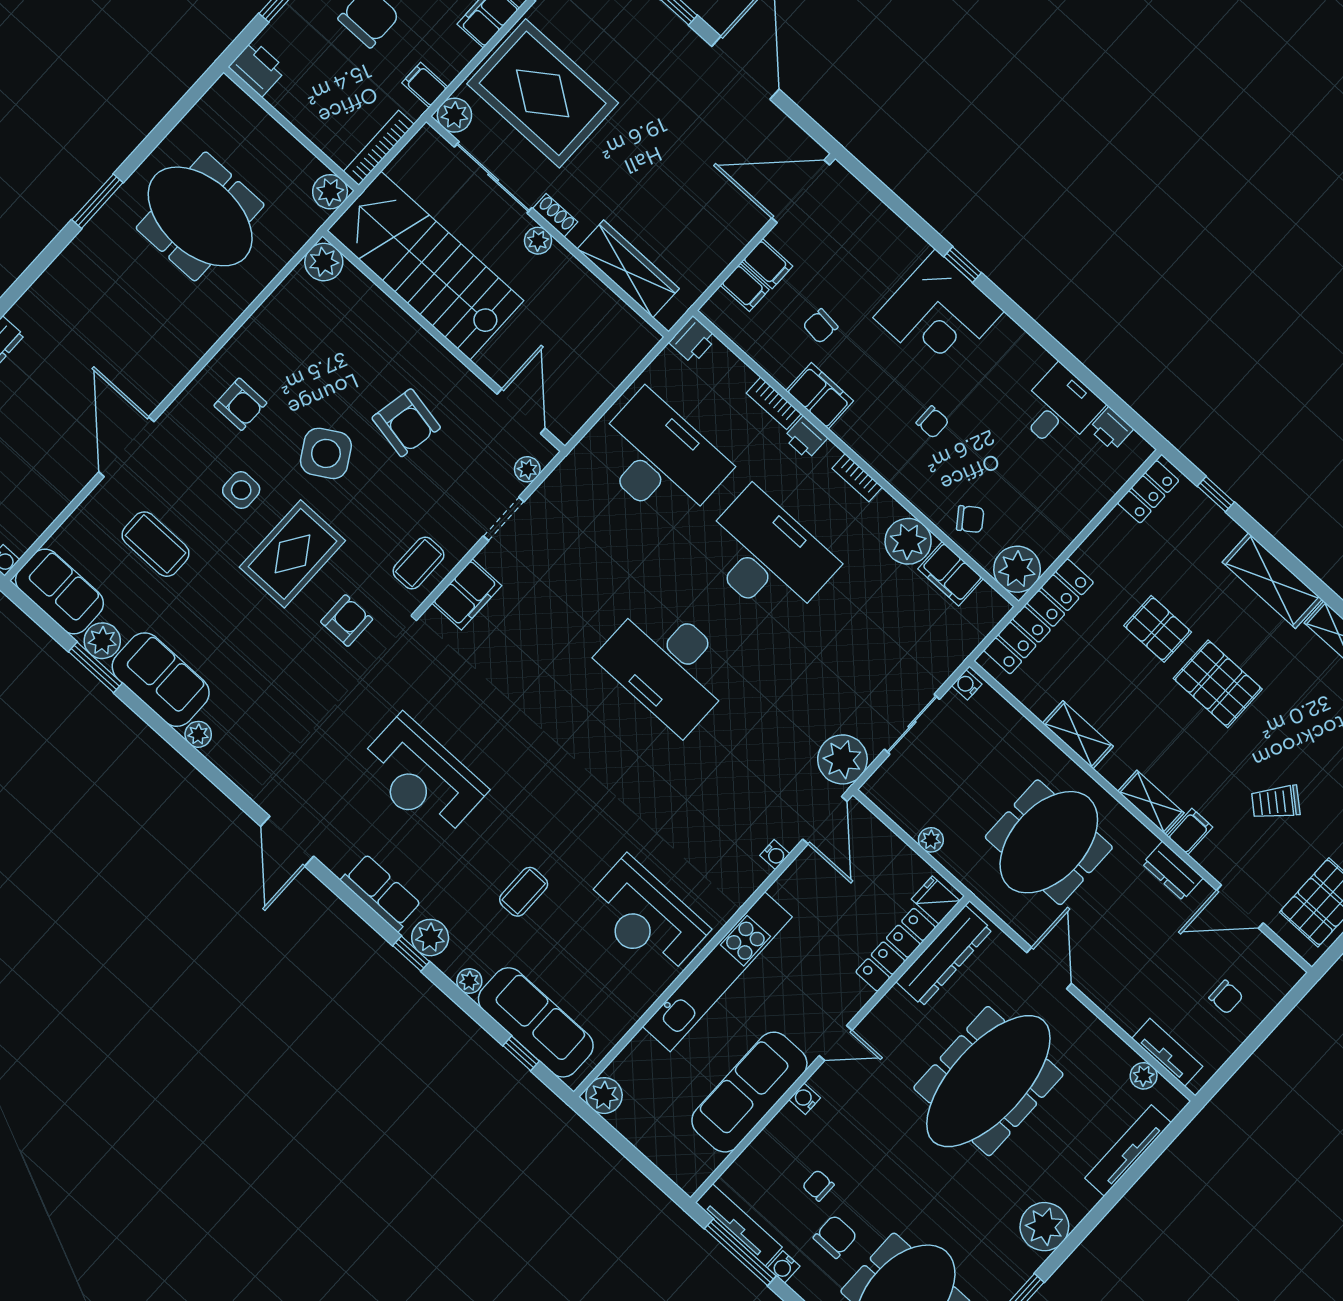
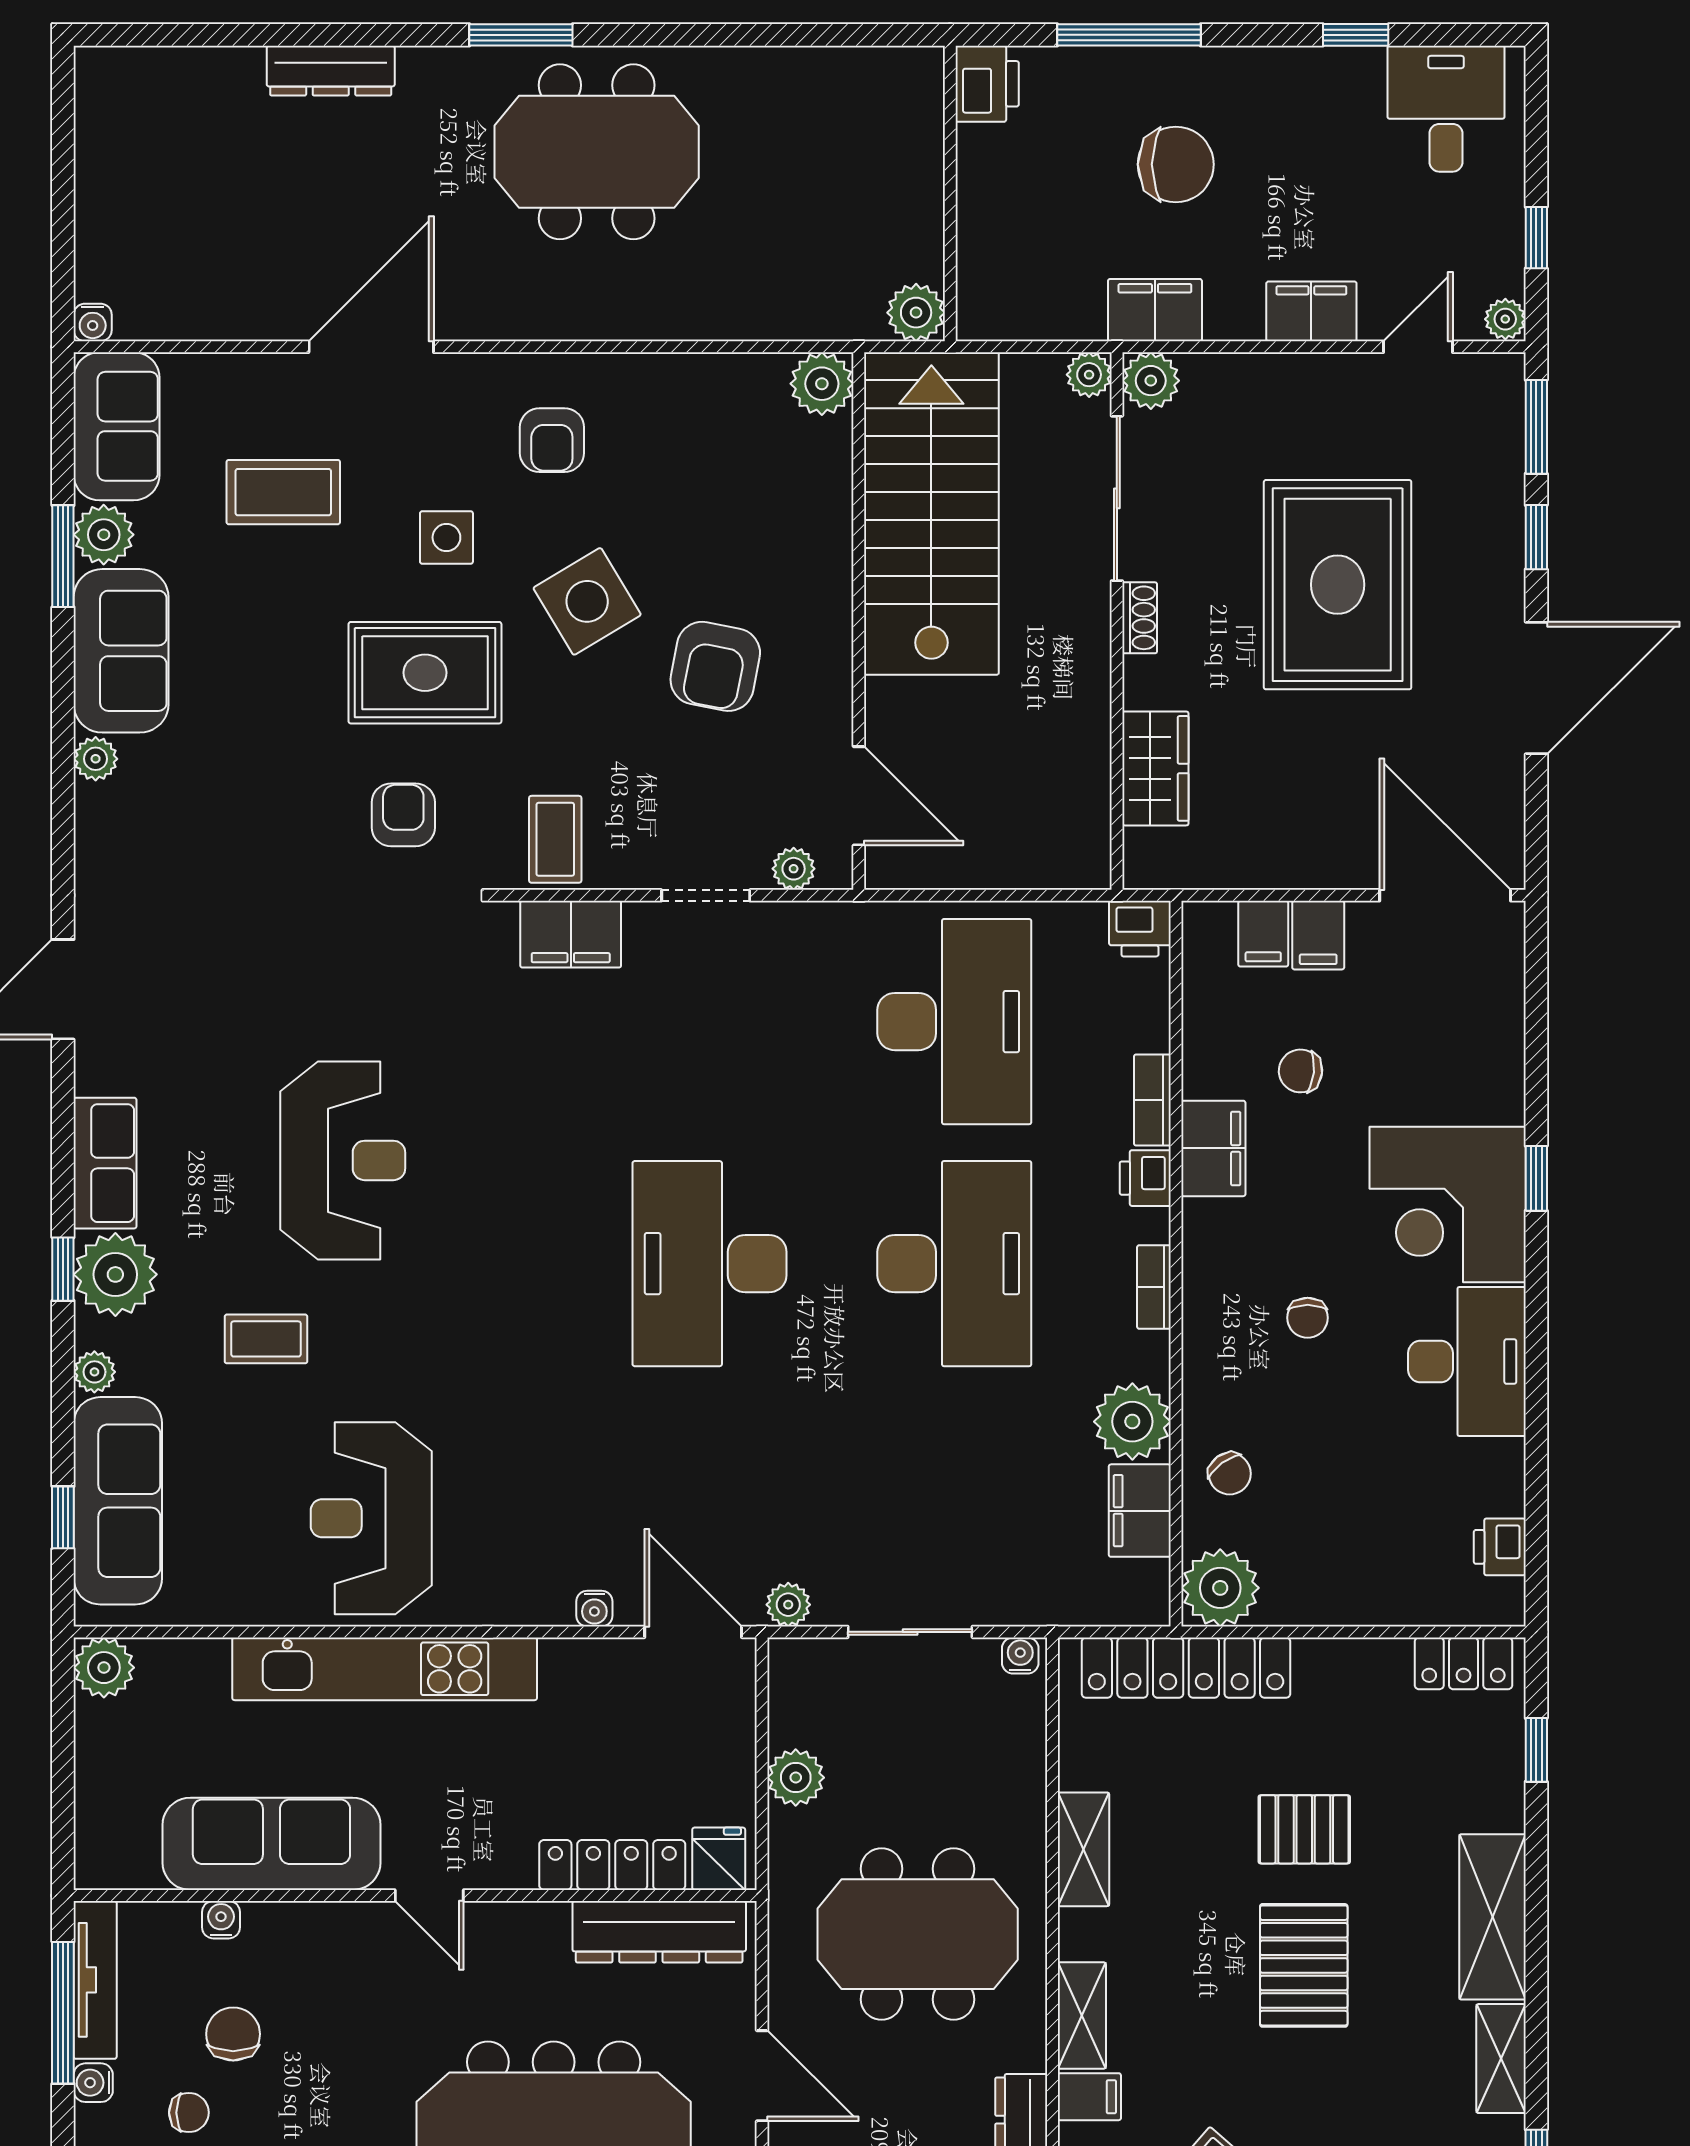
filing cabinet: (425, 85) -> (1155, 310), width x2.00
rug: (543, 93) -> (1338, 585), moved
bookcase: (379, 148) -> (1025, 324), removed
window: (97, 201) -> (521, 35), moved
meeting table: (200, 216) -> (597, 152), moved, turned 90
plant: (538, 241) -> (1089, 375), moved
wardrobe: (628, 269) -> (1155, 768), width x0.67
desk: (1059, 408) -> (1467, 1361), moved, width x1.37
door: (521, 411) -> (859, 796), hinge flipped
coffee table: (155, 544) -> (283, 492), turned 90
coffee table: (418, 563) -> (555, 839), turned 90
armchair: (347, 621) -> (403, 815), turned -90
pallet: (1158, 629) -> (1304, 1829), turned 90
plant: (842, 759) -> (788, 1605), width x0.53, depth x0.53
reception desk: (421, 777) -> (343, 1160), moved, turned 180
door: (825, 820) -> (693, 1632), swing flipped
plant: (931, 840) -> (796, 1778), width x1.38, depth x1.38
plant: (430, 938) -> (115, 1274), width x1.36, depth x1.36
door: (1049, 968) -> (762, 2076), hinge flipped
water cooler: (805, 1099) -> (221, 1920), moved
chair: (818, 1185) -> (233, 2034), width x1.37, depth x1.37
chair: (835, 1237) -> (189, 2113), width x0.73, depth x0.73

